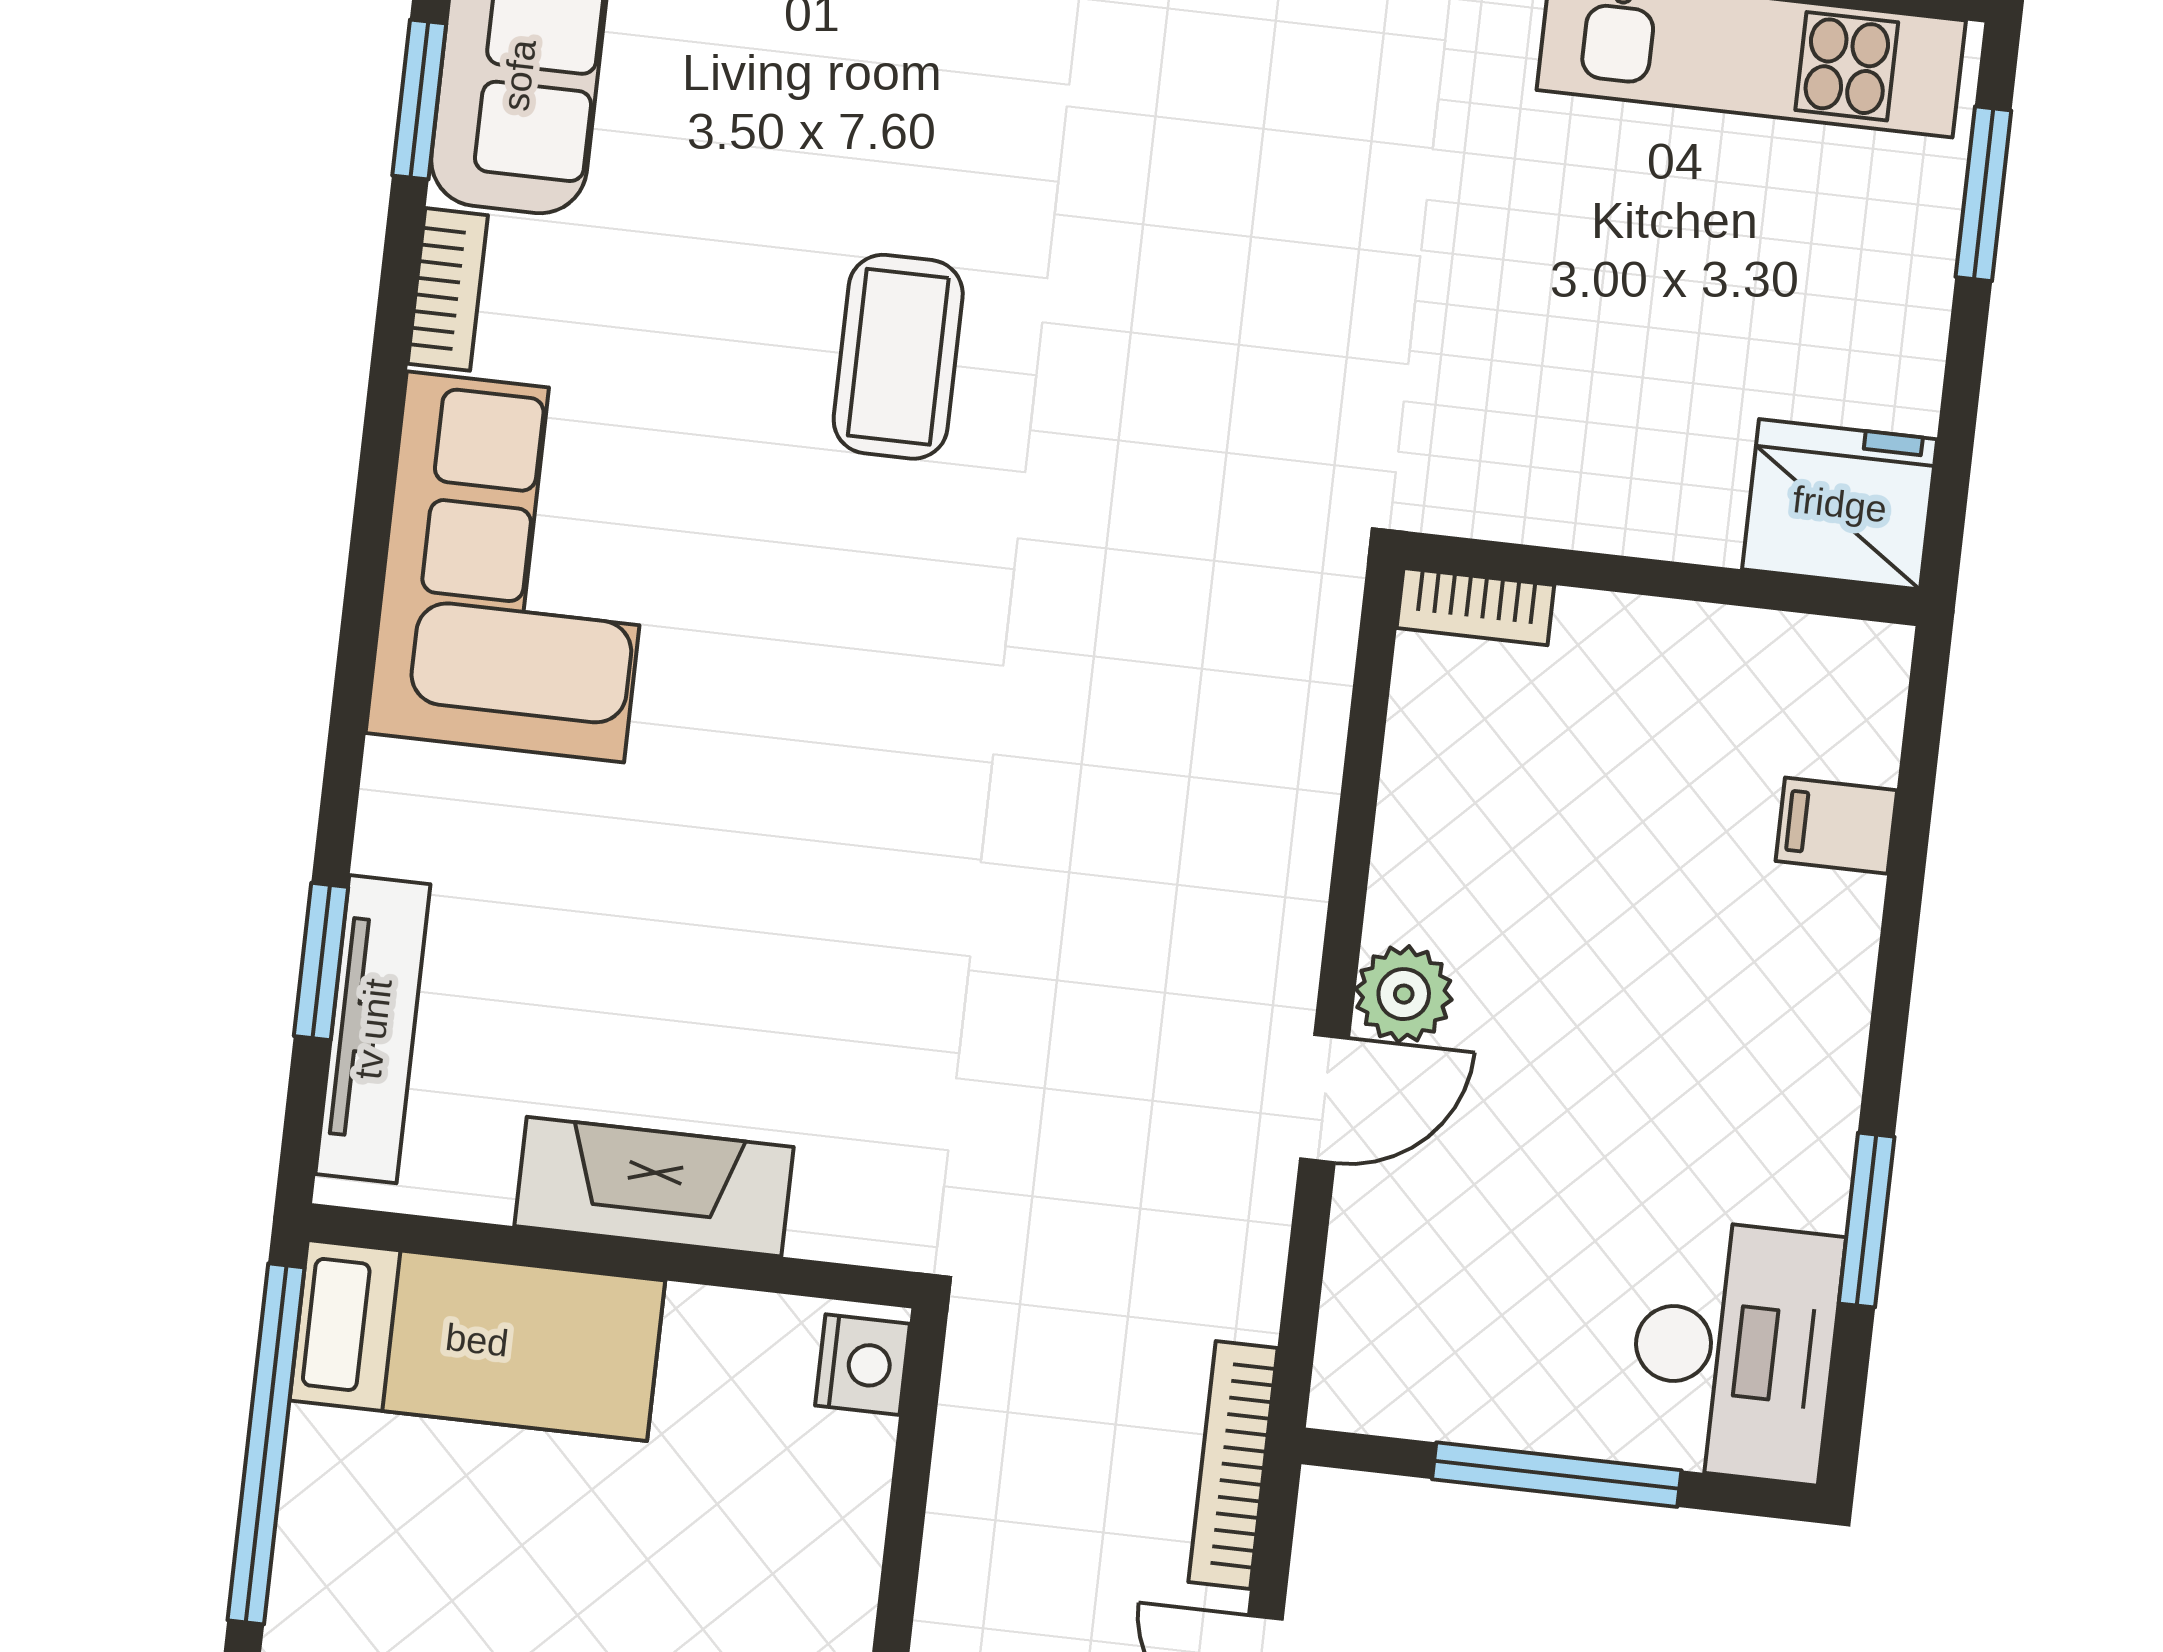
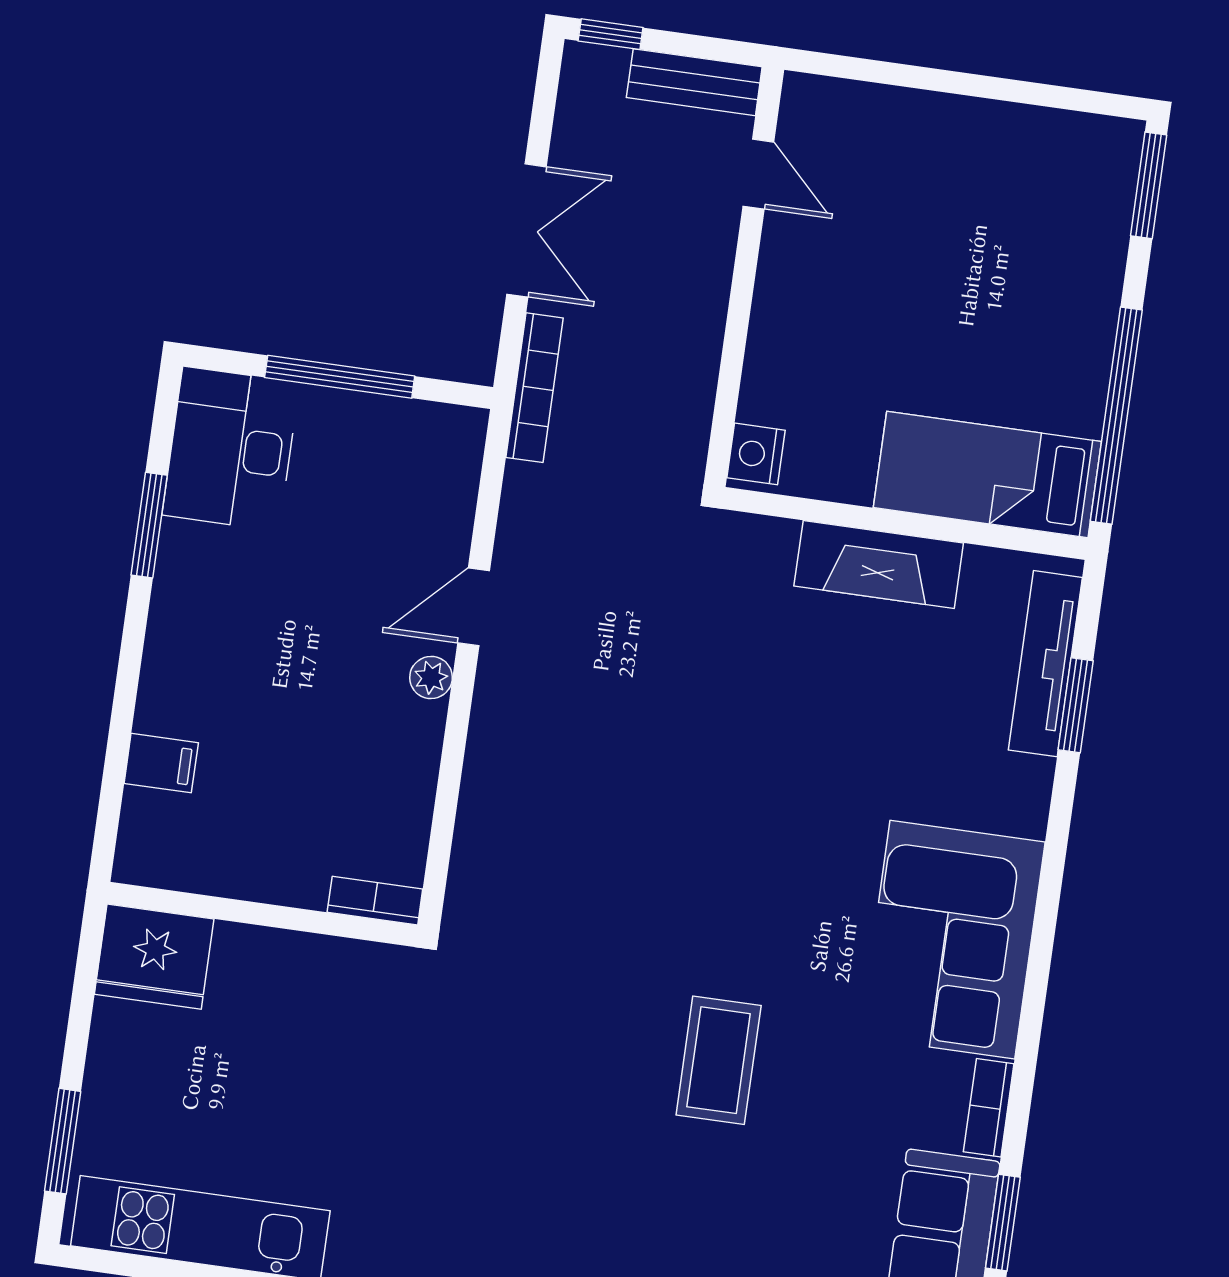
plant: (1404, 994) -> (431, 678), width x0.73, depth x0.73

